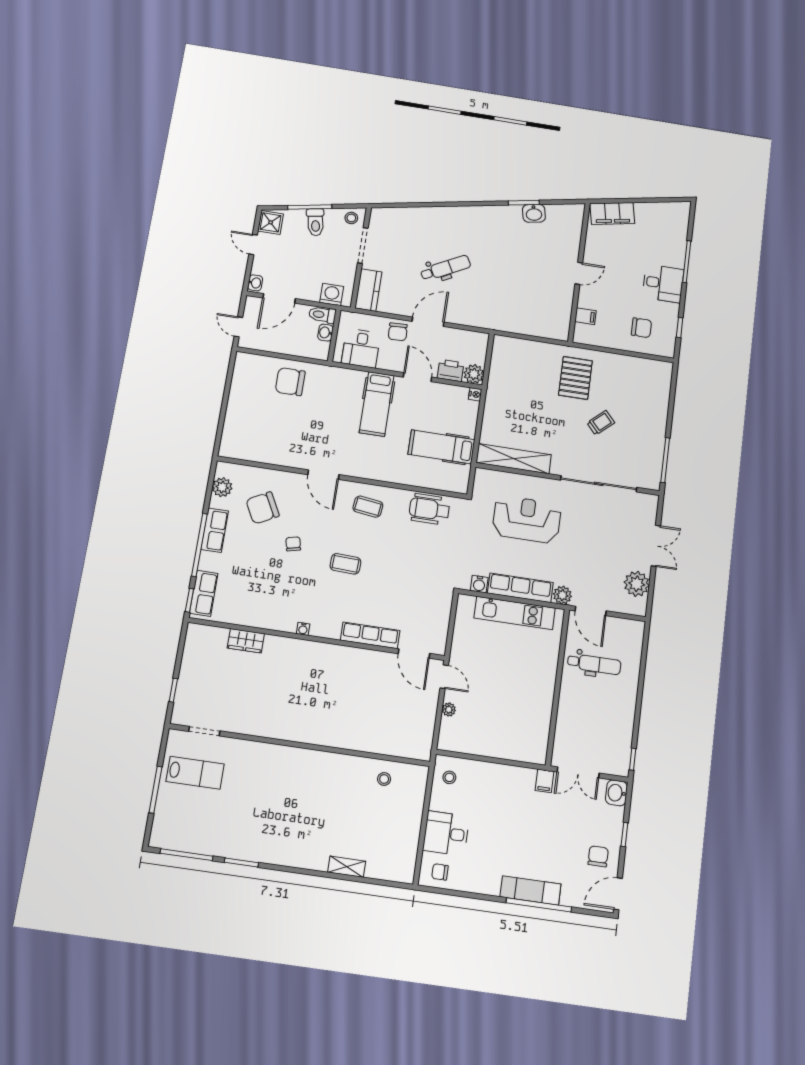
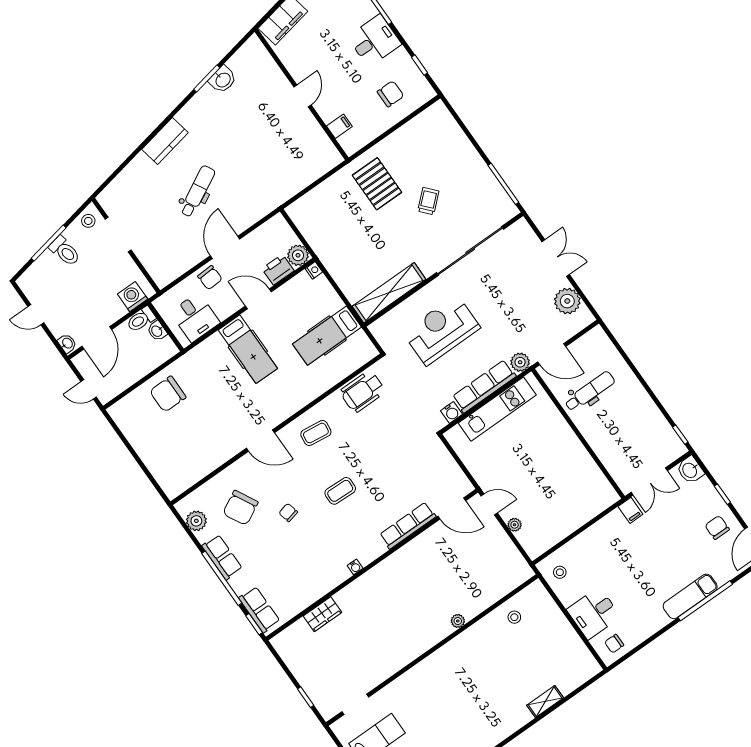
shower: (271, 222) -> (32, 284), removed
kitchen counter: (368, 290) -> (165, 141), moved, turned 79
plant: (340, 741) -> (458, 621), added

